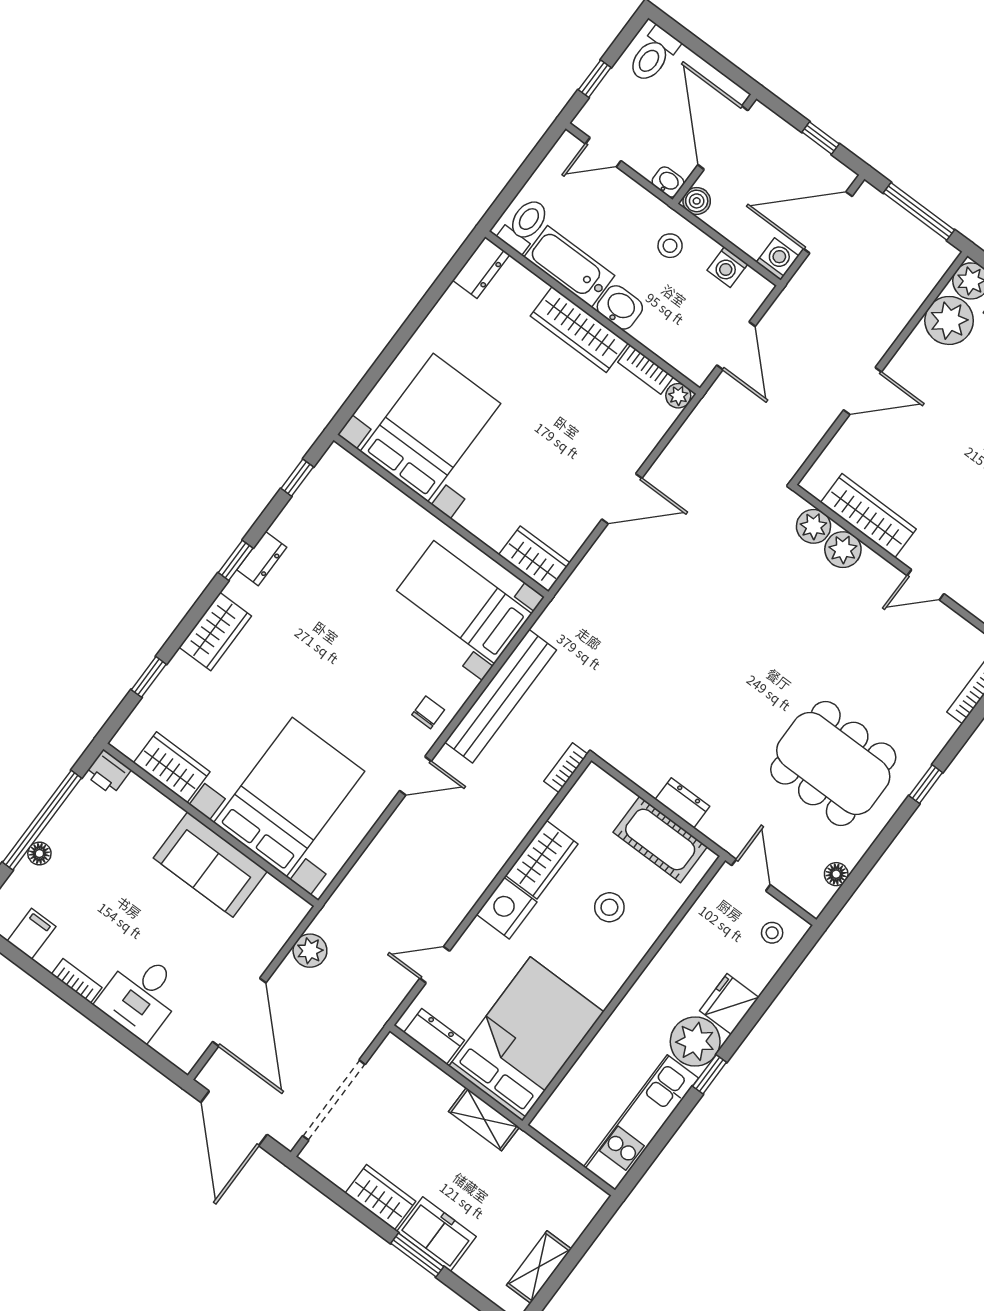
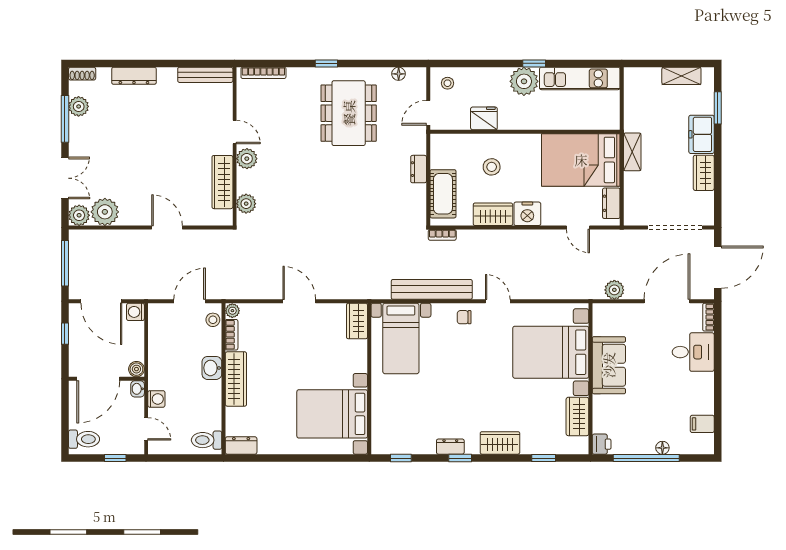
stool: (670, 246) -> (213, 320), moved
bathtub: (569, 266) -> (210, 405), removed
washing machine: (727, 267) -> (156, 399), moved
plant: (843, 550) -> (247, 159), moved
cot: (660, 839) -> (443, 194), moved
bookcase: (77, 981) -> (708, 317), moved
fridge: (729, 1004) -> (484, 118), moved, turned 180
window: (417, 1255) -> (718, 108), moved

